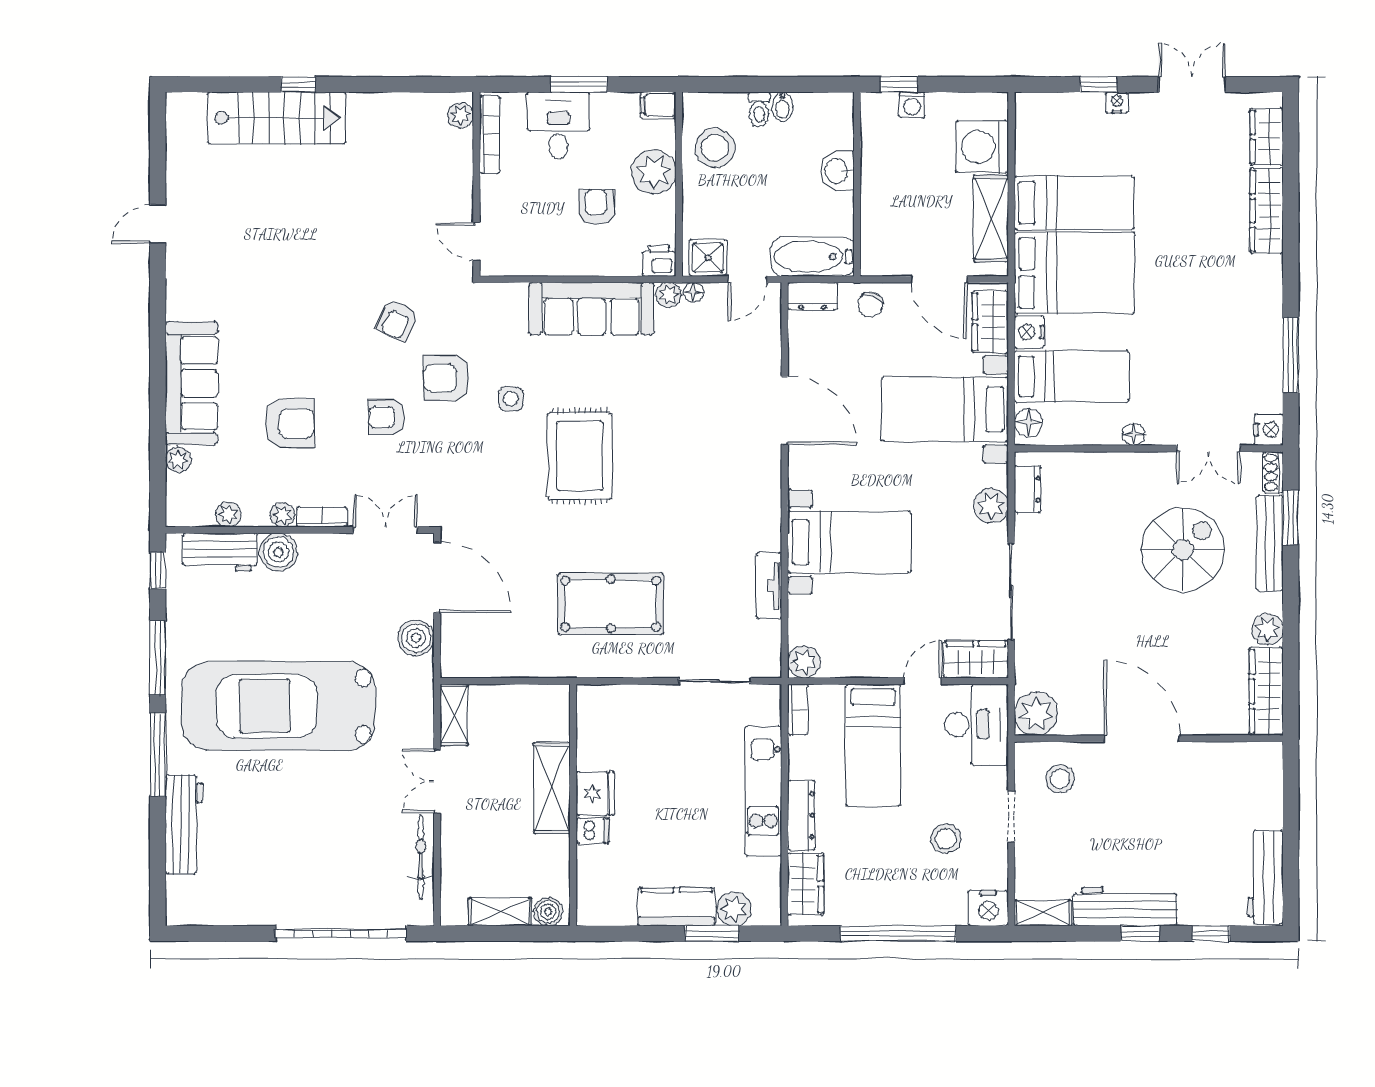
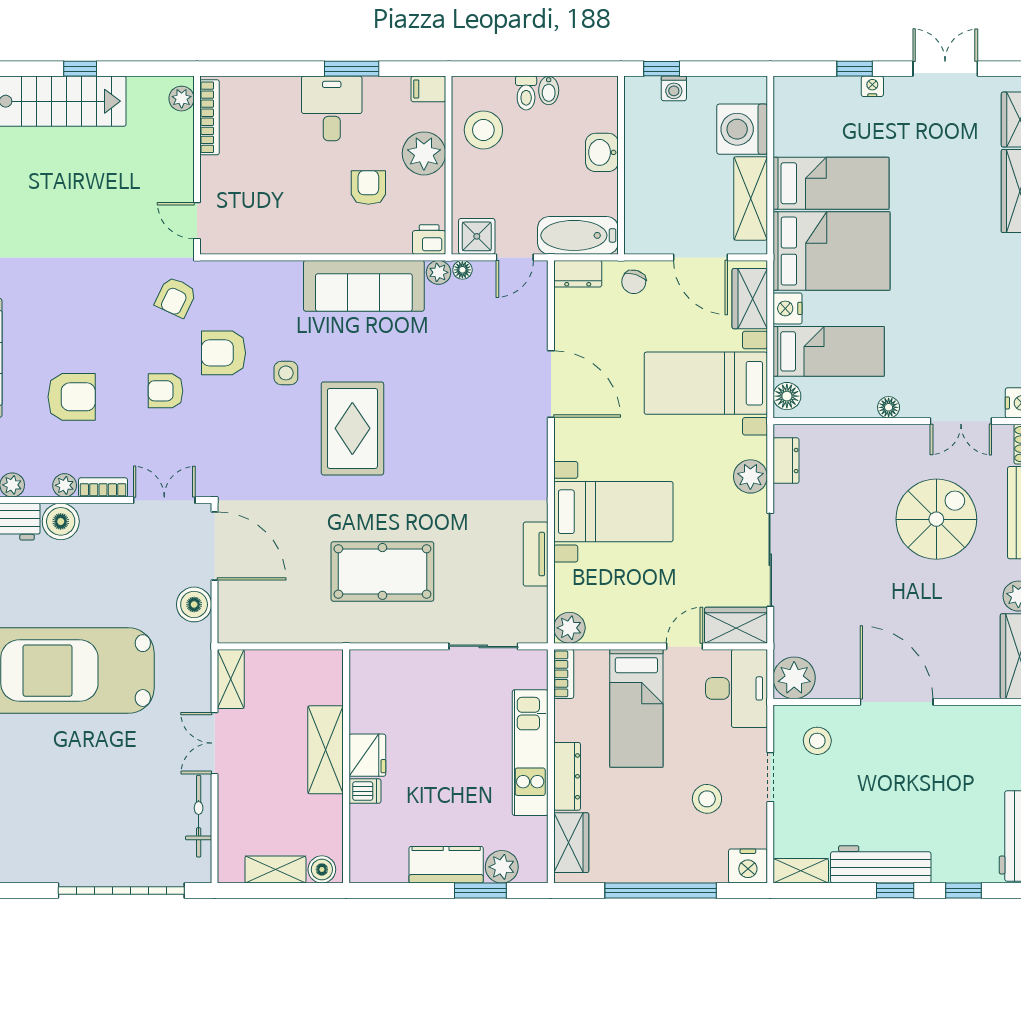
plant: (461, 115) -> (182, 99), moved
bookcase: (489, 135) -> (210, 117), moved
wall: (477, 184) -> (197, 165), moved
door: (477, 241) -> (197, 221), moved

